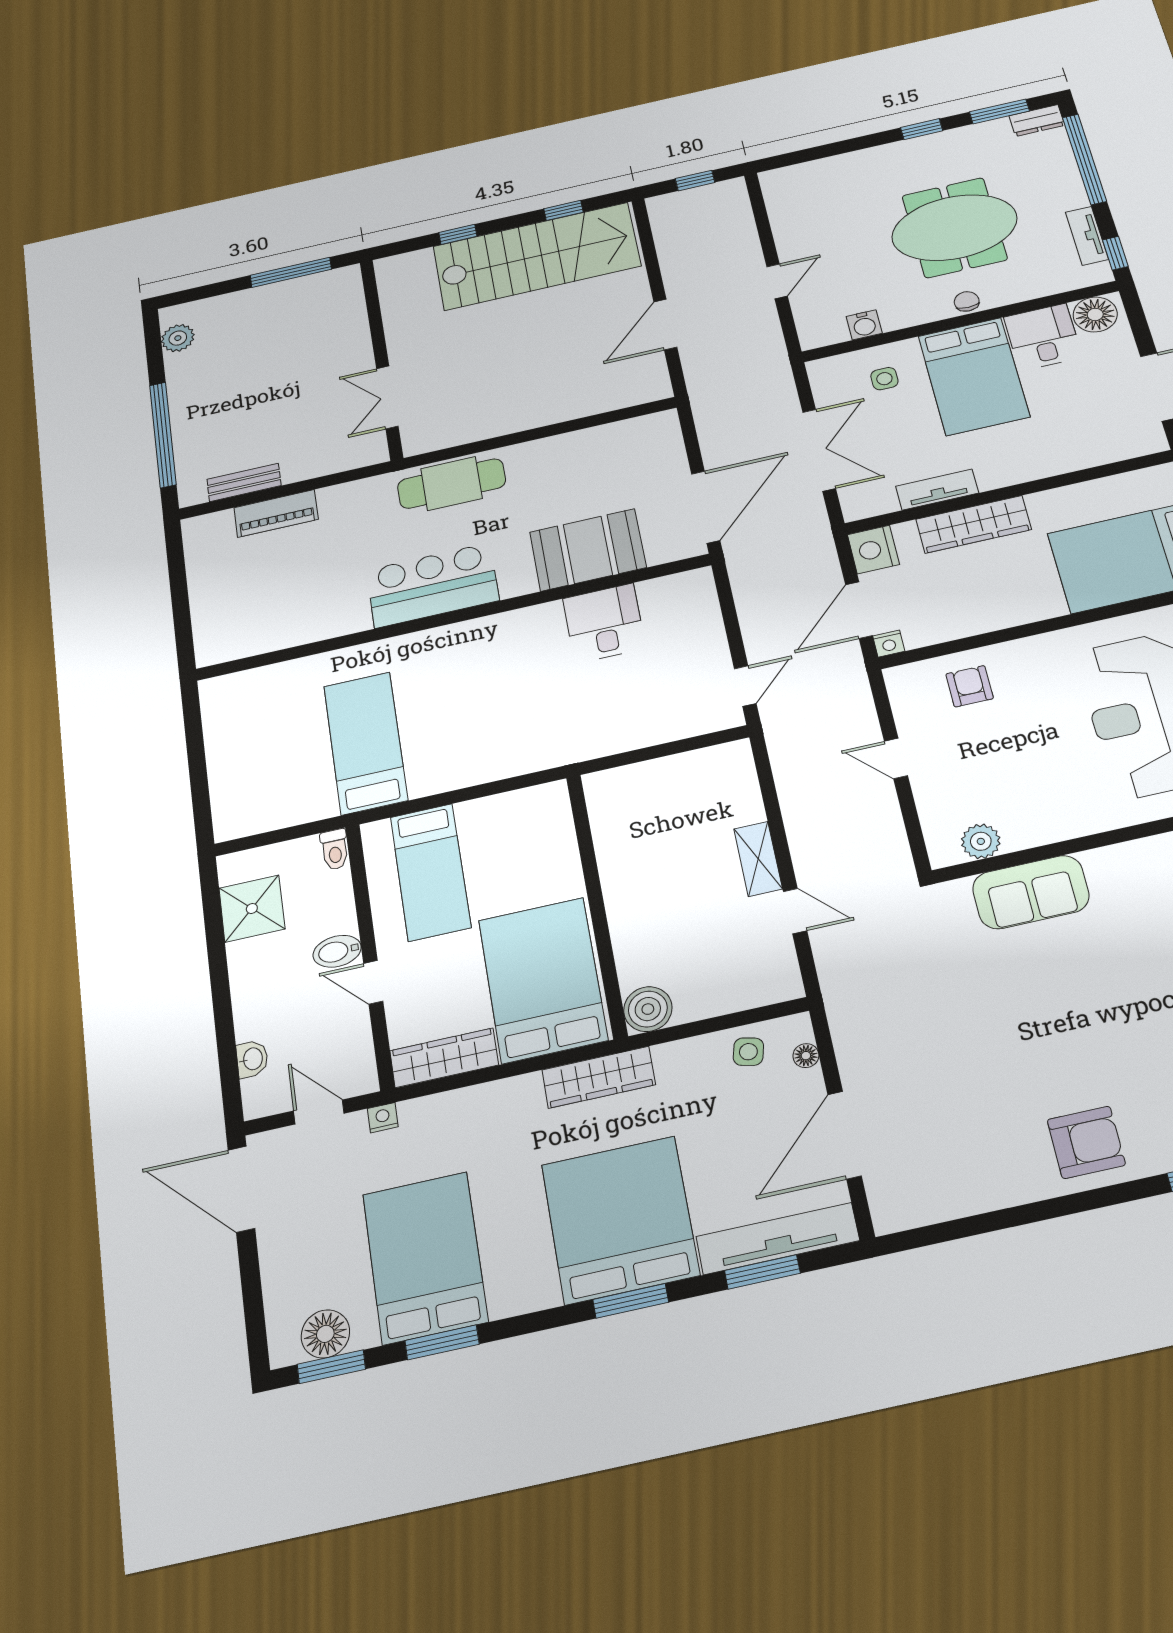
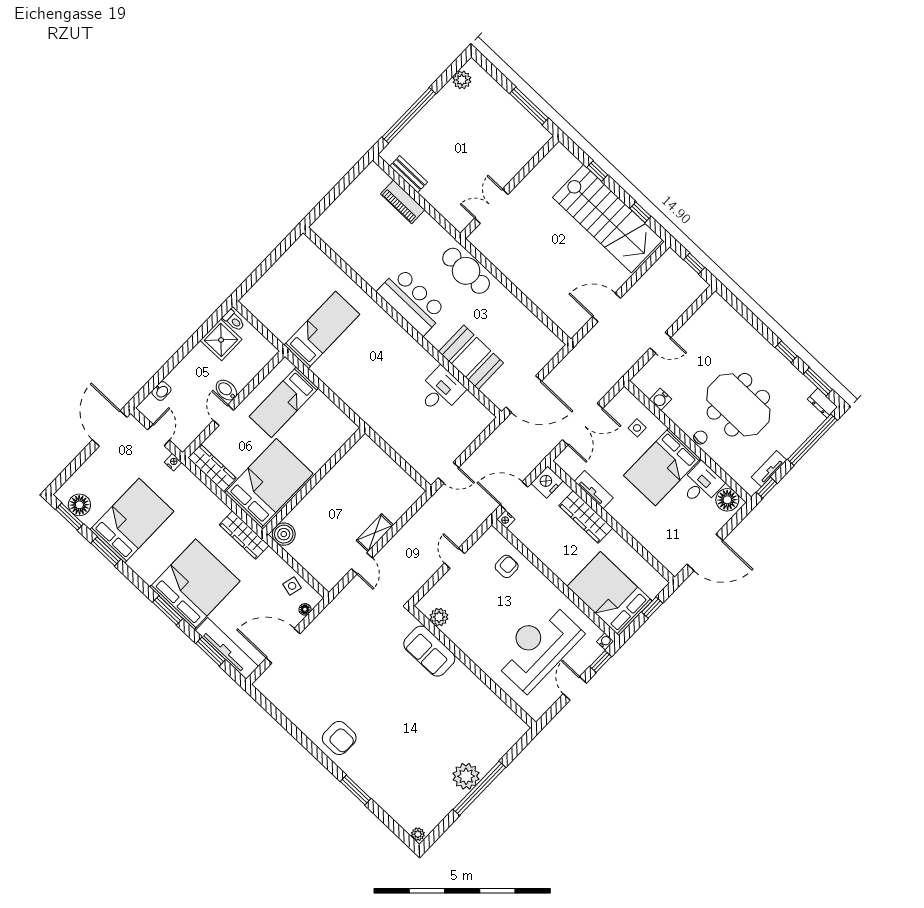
toilet: (335, 849) -> (234, 320), moved, turned -90

